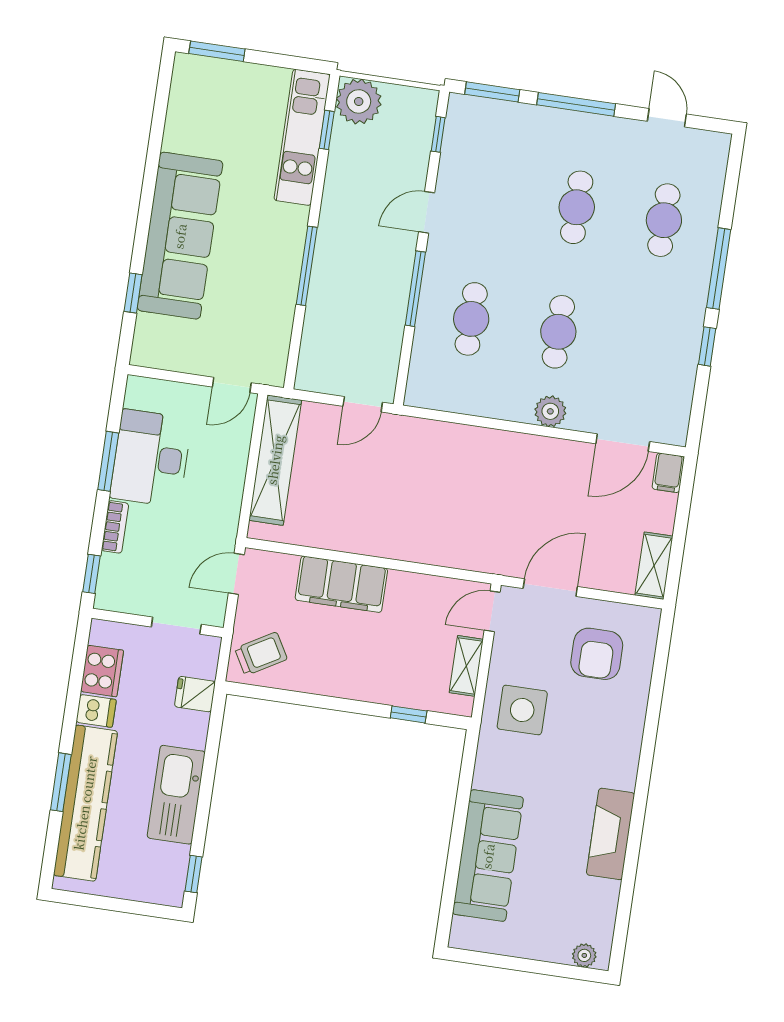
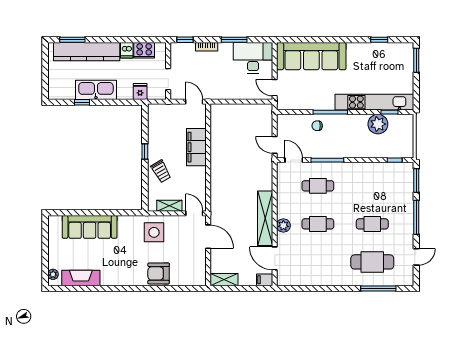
plant: (359, 101) -> (378, 124), moved
kitchen unit: (302, 137) -> (374, 102), width x1.36
door: (427, 212) -> (294, 160), moved
cafe table: (664, 220) -> (372, 262), width x1.37, depth x1.35
sofa: (180, 236) -> (311, 56), moved
window: (719, 269) -> (378, 288), moved
window: (133, 293) -> (379, 40), moved
chair: (333, 300) -> (317, 126), added
window: (707, 346) -> (321, 288), removed
desk: (151, 458) -> (253, 58), moved
shelving: (275, 460) -> (265, 218), moved, turned 90
trolley: (261, 654) -> (161, 171), moved
armchair: (597, 654) -> (159, 273), moved
window: (409, 714) -> (145, 151), moved
window: (61, 782) -> (72, 40), moved
fireplace: (611, 834) -> (81, 278), moved
window: (194, 874) -> (82, 102), moved

